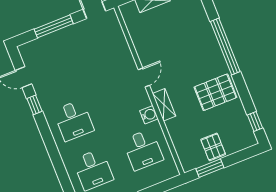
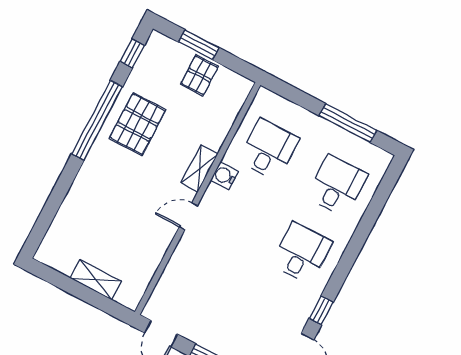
window: (225, 46) -> (97, 120), moved
pallet: (215, 92) -> (138, 124), turned 90
window: (210, 168) -> (199, 45), moved

